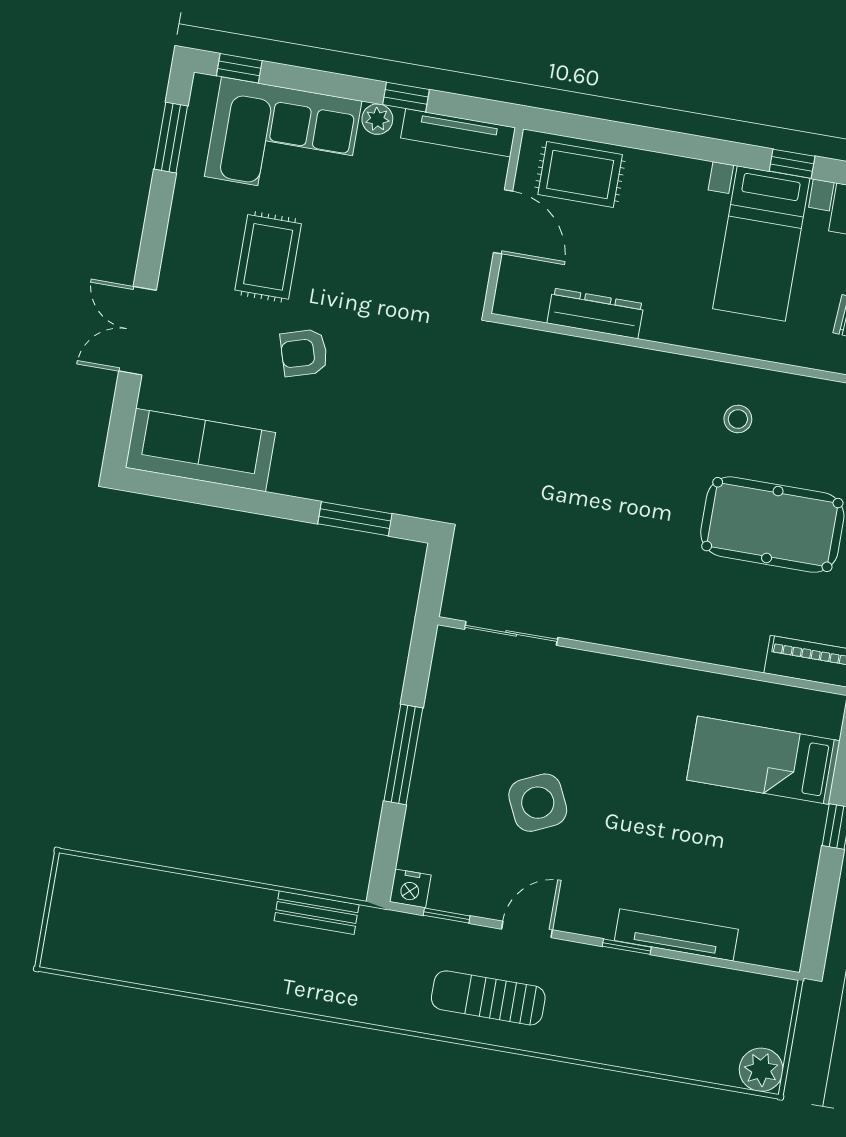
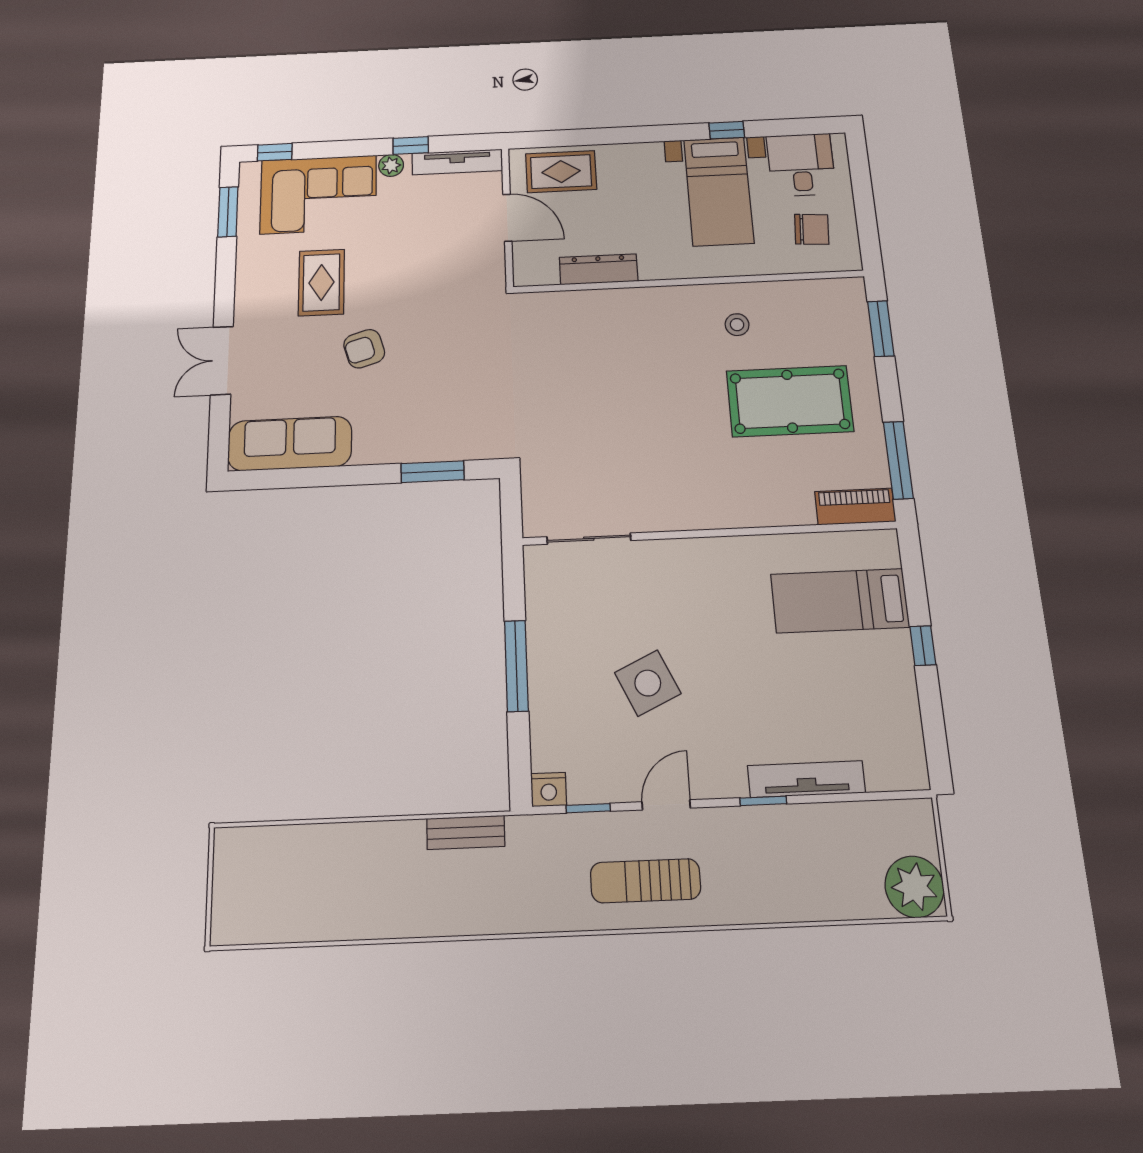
plant: (761, 1070) -> (914, 887), width x1.36, depth x1.36

